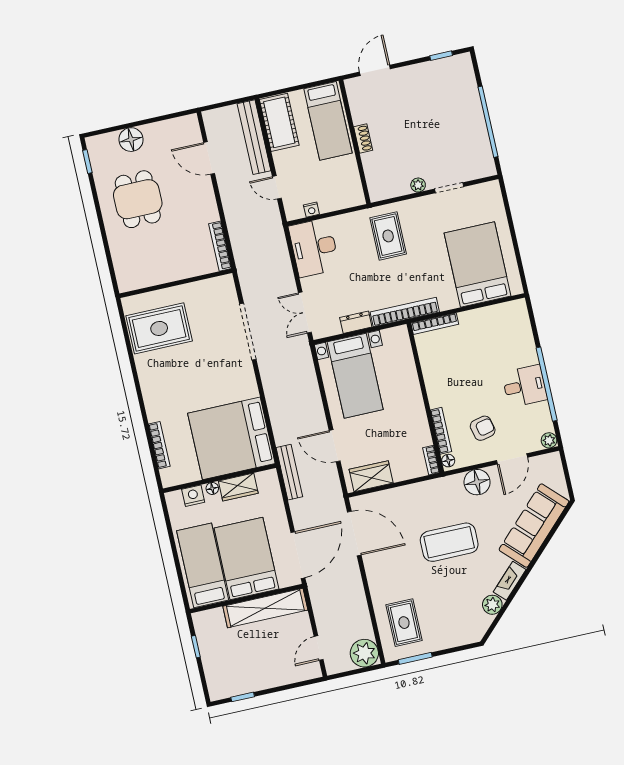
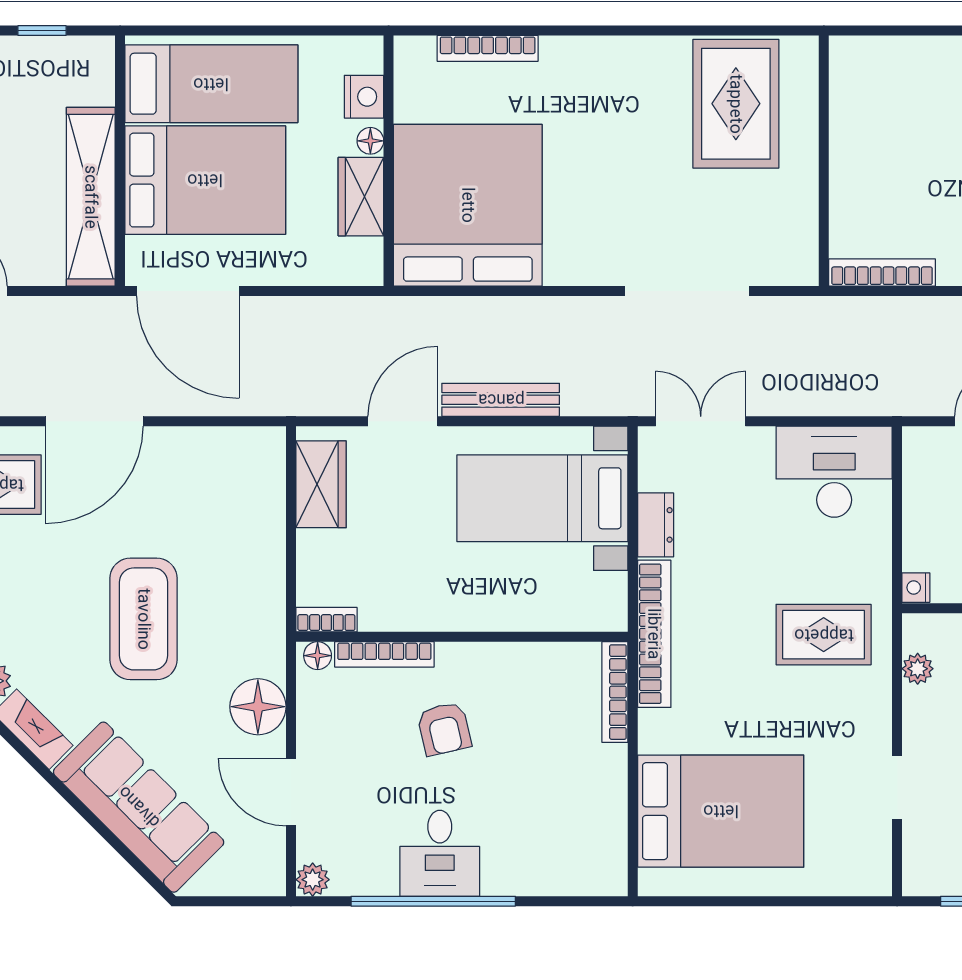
plant: (418, 185) -> (918, 669), moved
nightstand: (311, 210) -> (916, 588), moved
armchair: (483, 428) -> (444, 729), moved
bench: (289, 472) -> (501, 400), moved
door: (354, 533) -> (94, 421), moved

